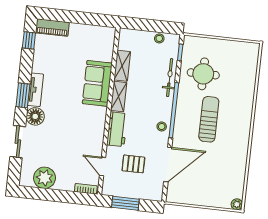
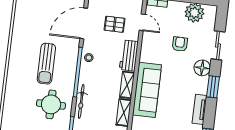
sofa: (97, 83) -> (147, 90), width x1.36
tv unit: (36, 90) -> (199, 109), moved
armchair: (60, 143) -> (180, 44), added

